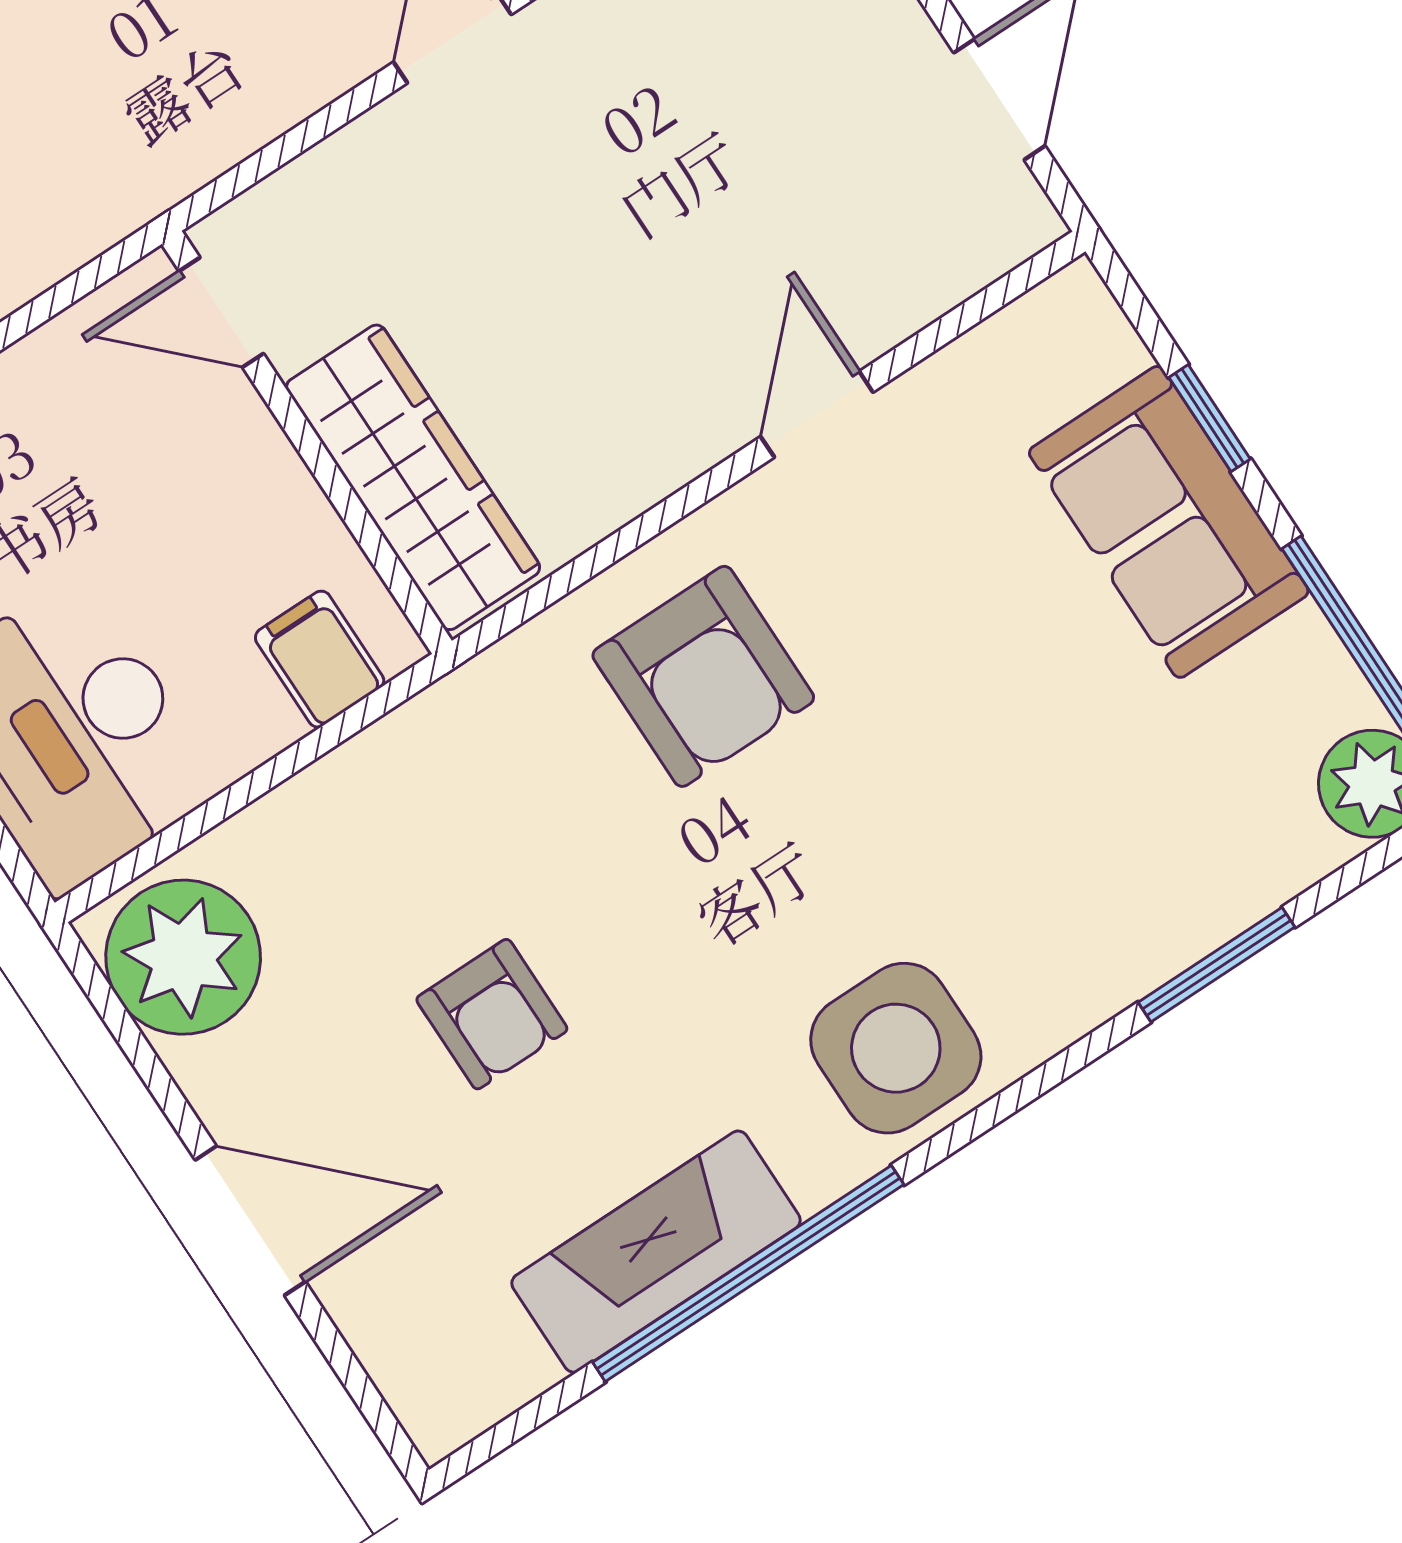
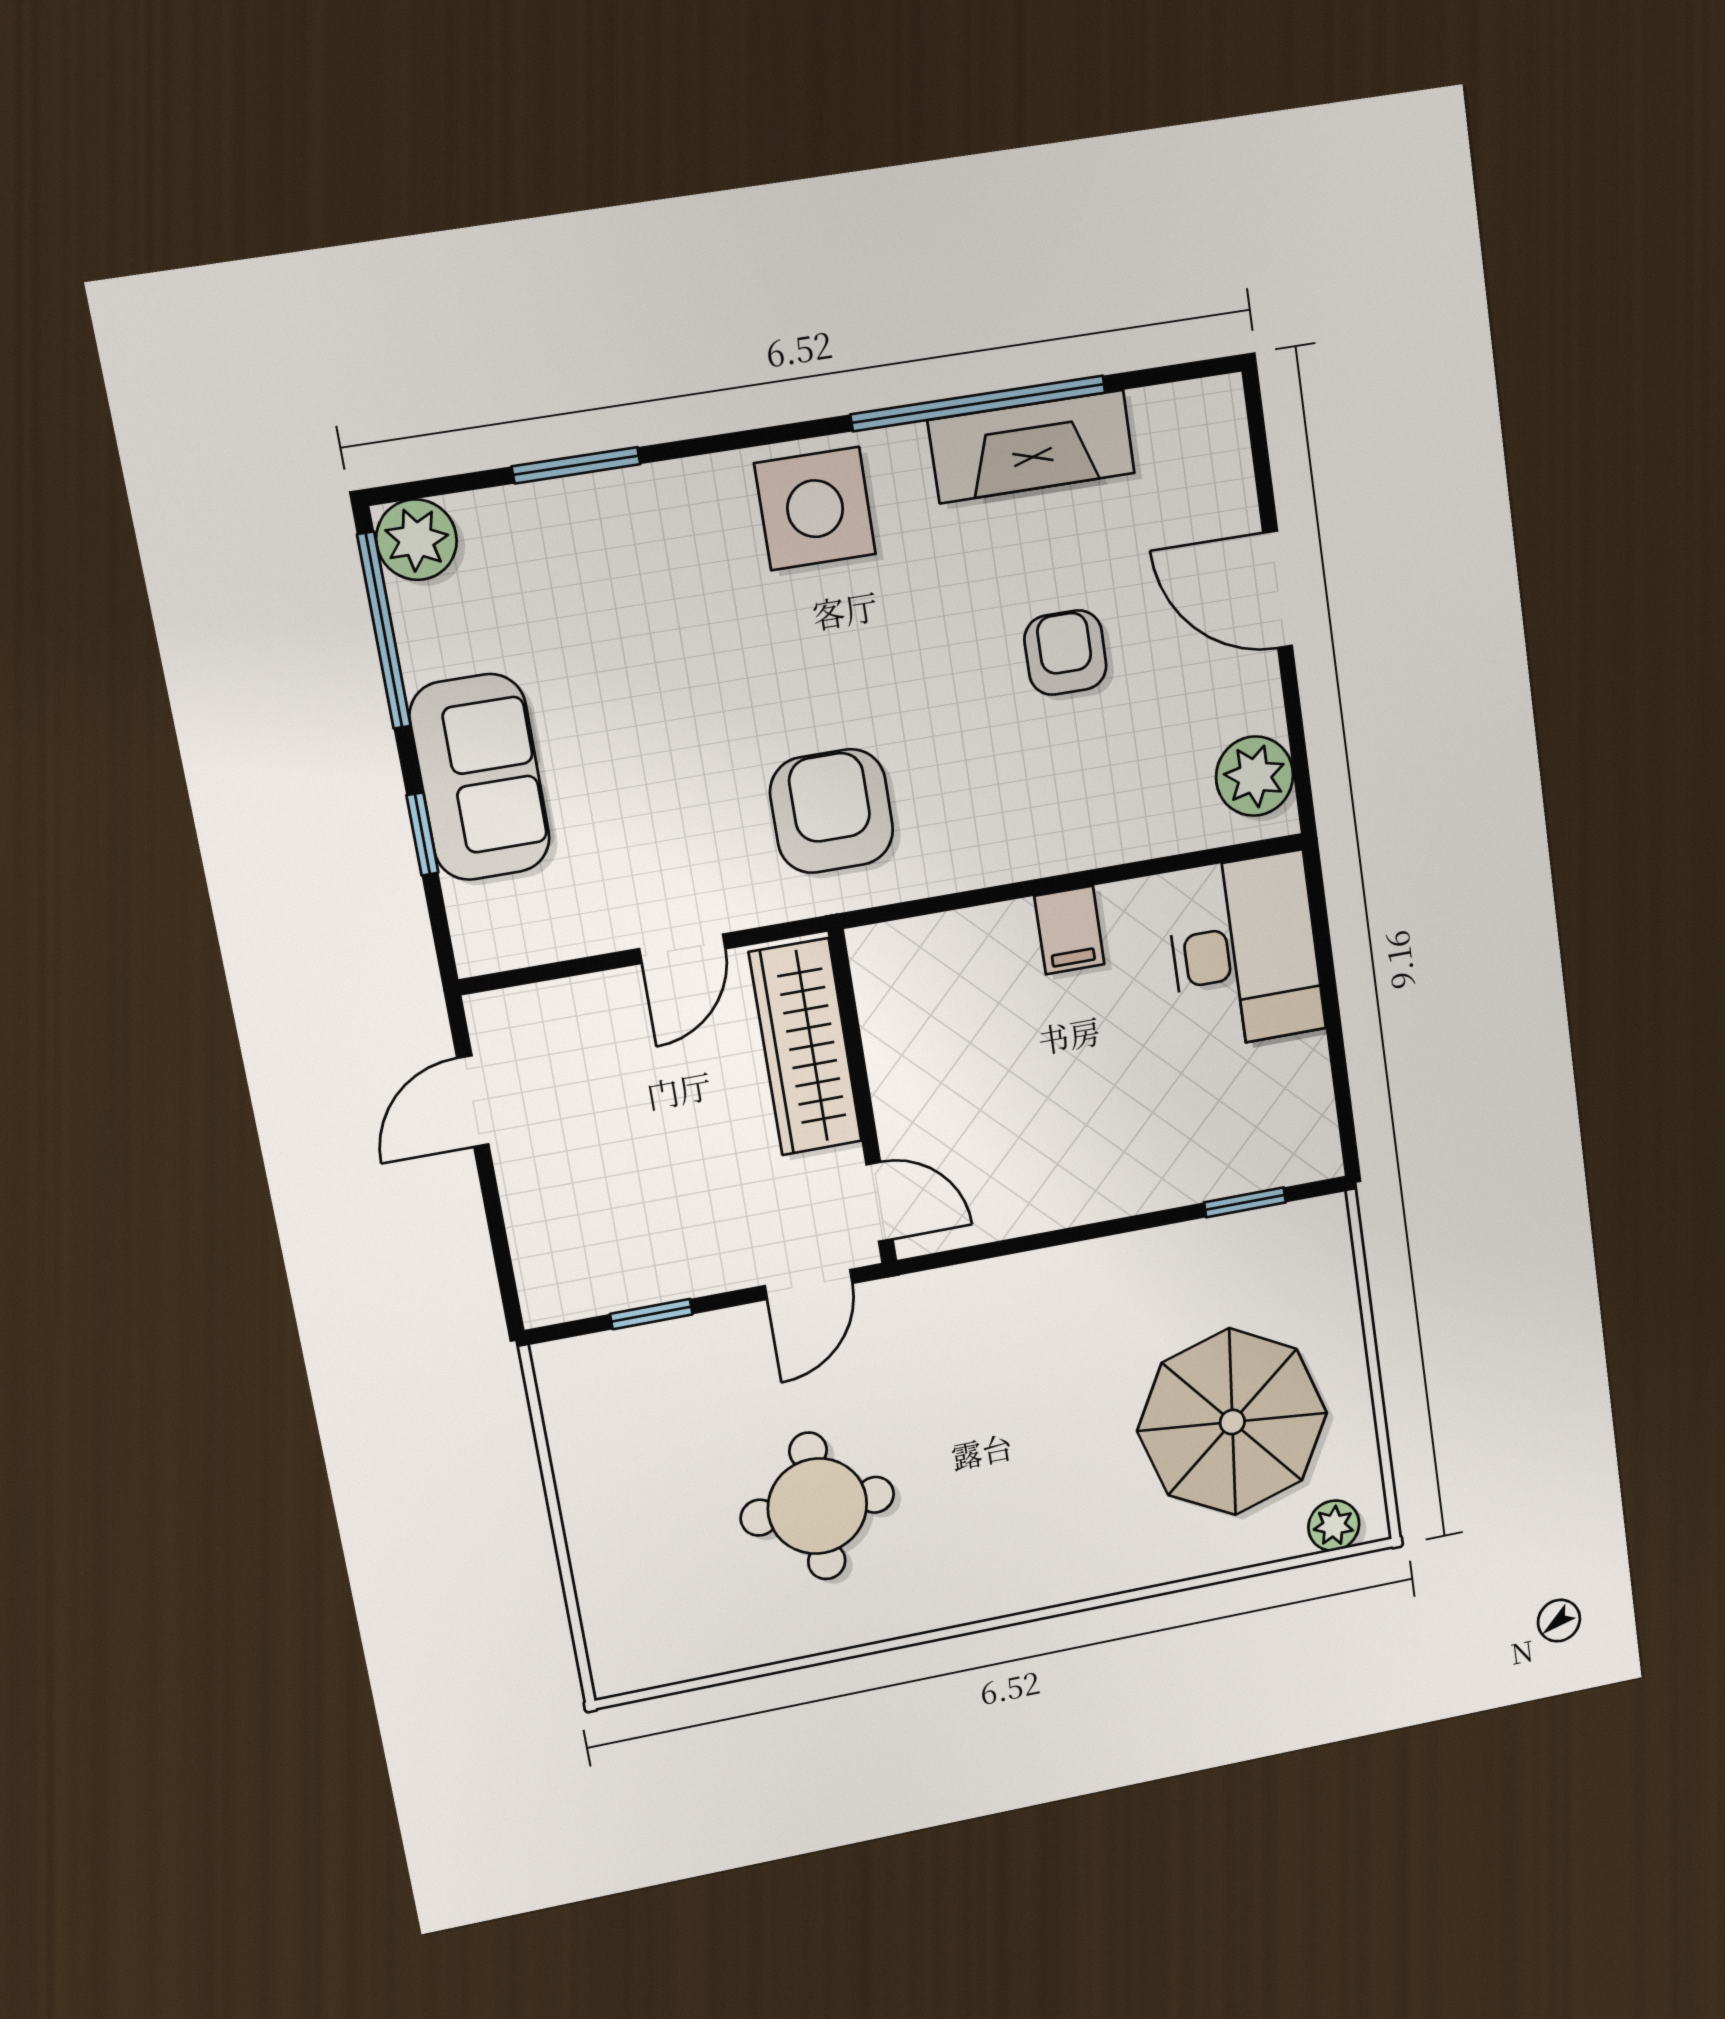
door: (221, 312) -> (880, 1202), moved
wall: (307, 442) -> (863, 1098), moved
wardrobe: (413, 477) -> (805, 1047), moved
plant: (183, 957) -> (1255, 776), width x0.73, depth x0.73

